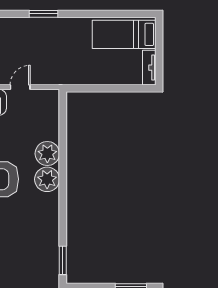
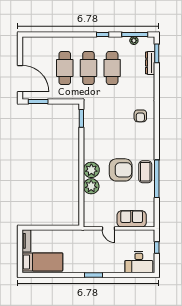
door: (20, 87) -> (108, 228), hinge flipped

